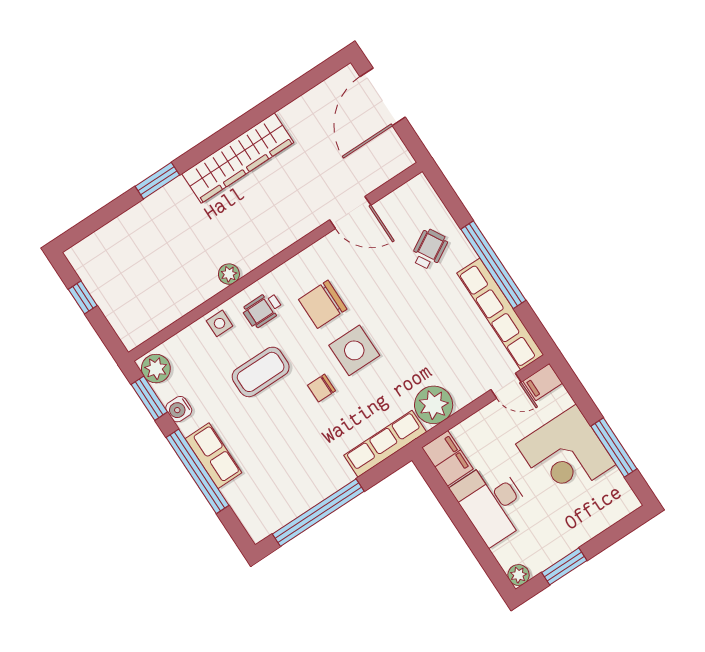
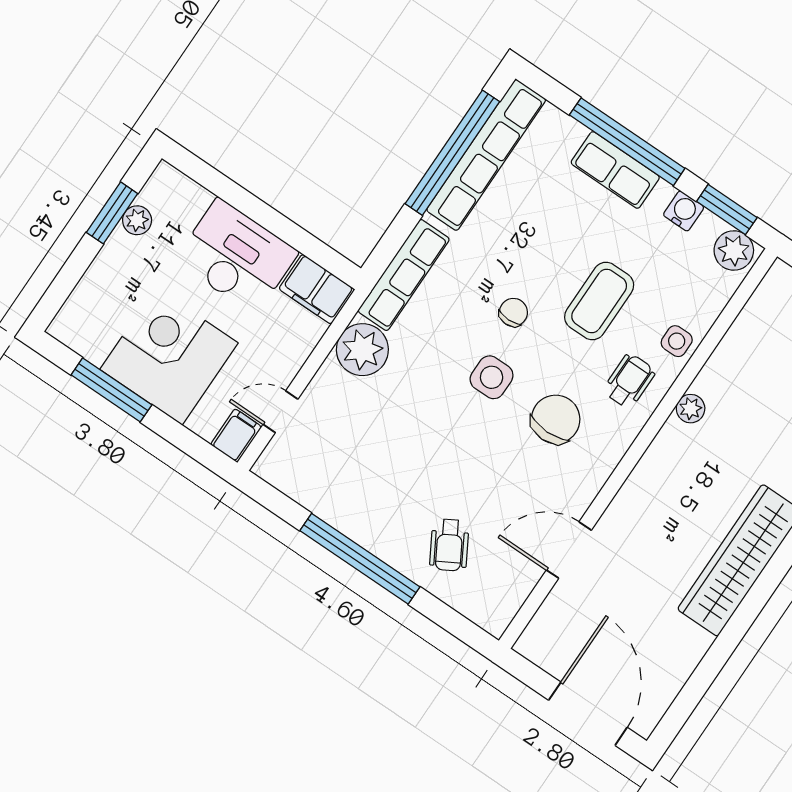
row of seats: (500, 314) -> (486, 155), moved, turned 90
side table: (354, 350) -> (492, 377), width x0.73, depth x0.73
plant: (519, 575) -> (137, 220), moved

